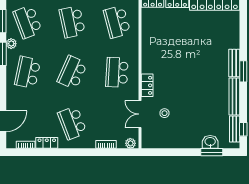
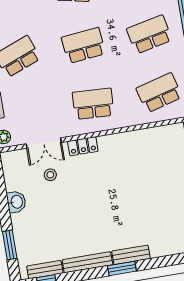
school desk: (72, 72) -> (83, 45), turned -30
double door: (140, 114) -> (44, 143), swing flipped
washbasin: (210, 142) -> (16, 202), moved

